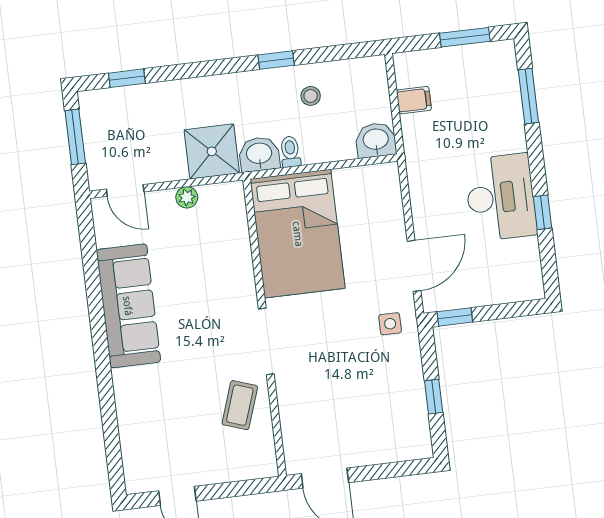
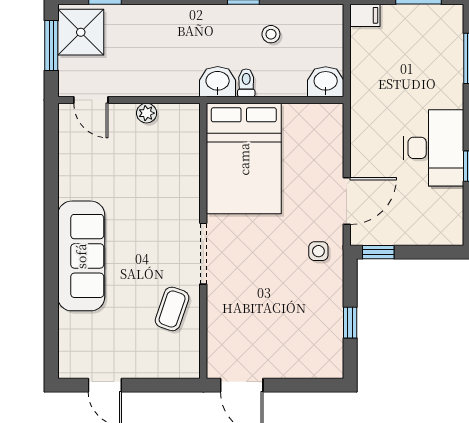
filing cabinet: (414, 100) -> (365, 15), moved
shower: (212, 151) -> (81, 32), moved
sofa: (128, 306) -> (81, 256), moved

